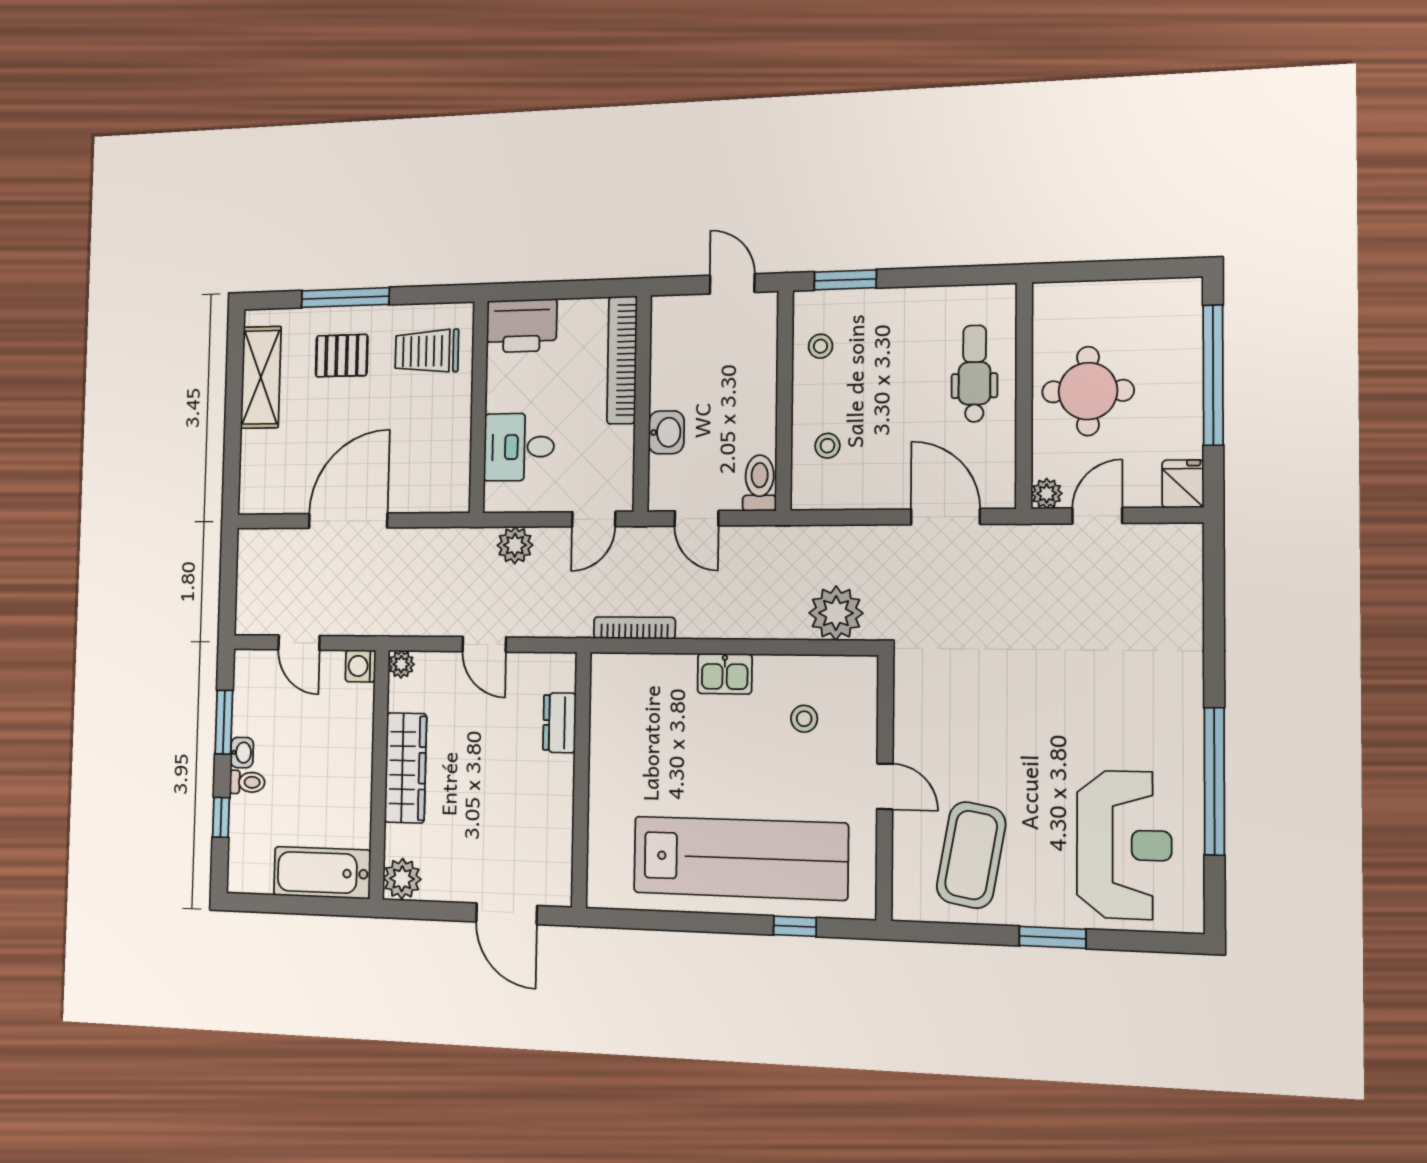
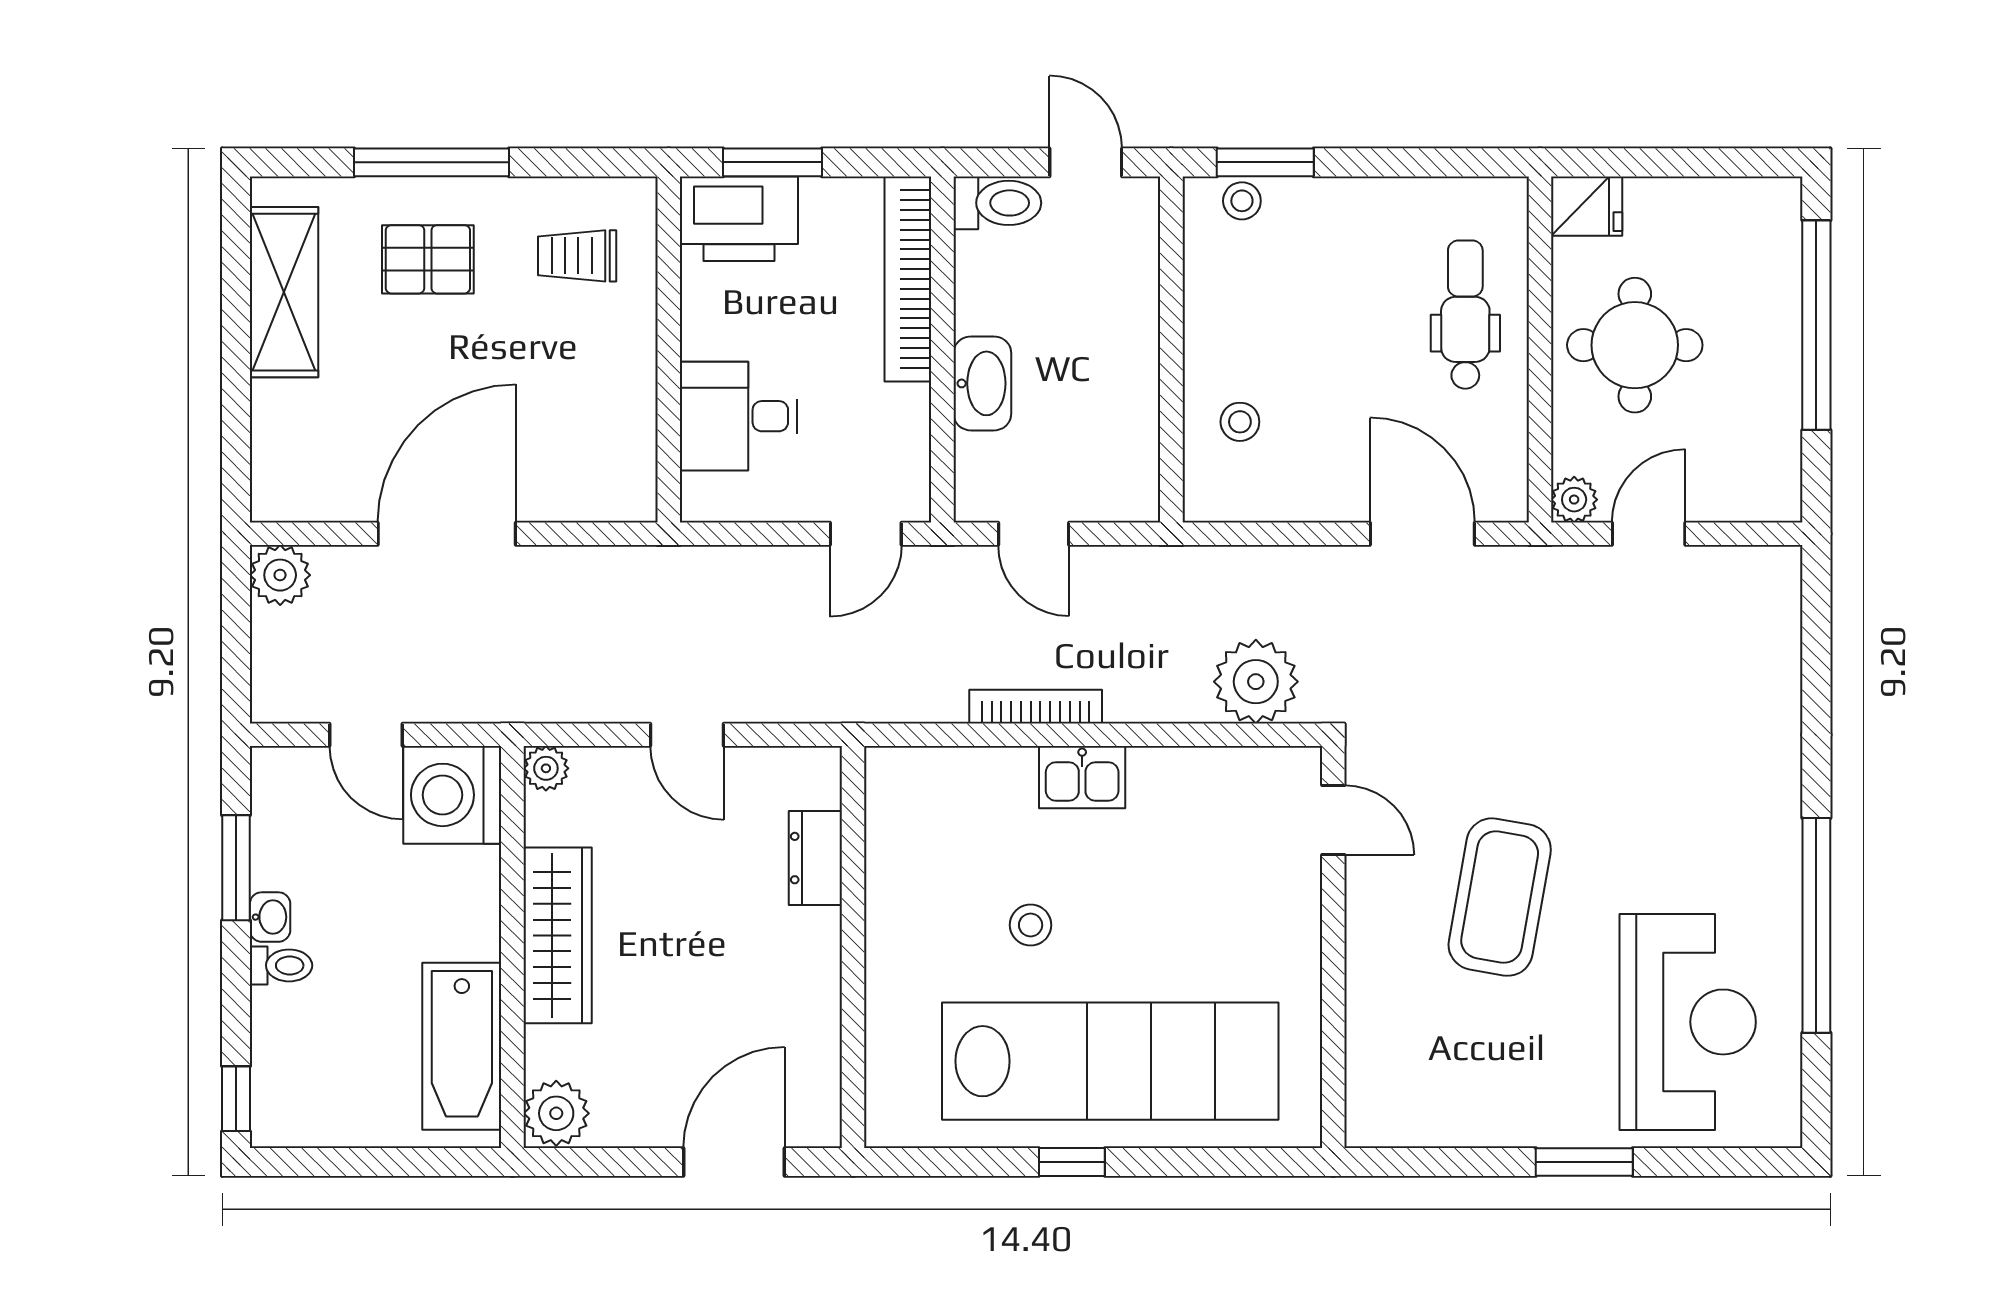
window: (542, 291) -> (773, 162), added
stool: (820, 346) -> (1242, 201), moved
trolley: (427, 351) -> (577, 256), width x0.73, depth x0.72
washbasin: (666, 432) -> (982, 383), width x1.38
toilet: (760, 483) -> (997, 203), moved, turned 90
fridge: (1183, 484) -> (1587, 206), moved, turned 90
plant: (515, 545) -> (280, 575), moved
bookcase: (634, 628) -> (1036, 707), moved
washing machine: (360, 666) -> (452, 795), width x1.89, depth x1.89
stool: (804, 719) -> (1031, 925), moved
door: (885, 786) -> (1333, 820), moved
window: (221, 817) -> (236, 1099), moved
coffee table: (971, 855) -> (1500, 897), moved
bathtub: (322, 873) -> (462, 1046), moved, turned -90
door: (507, 914) -> (734, 1162), swing flipped
window: (795, 926) -> (1072, 1162), moved

